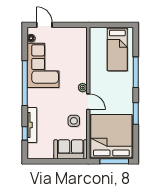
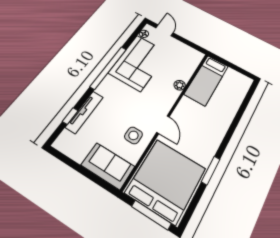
bed: (117, 49) -> (207, 80), moved
window: (136, 72) -> (234, 125), removed
plant: (83, 88) -> (180, 85), moved

